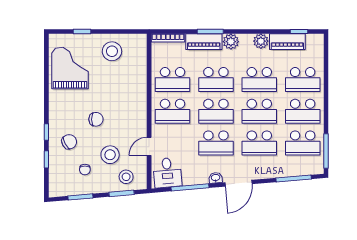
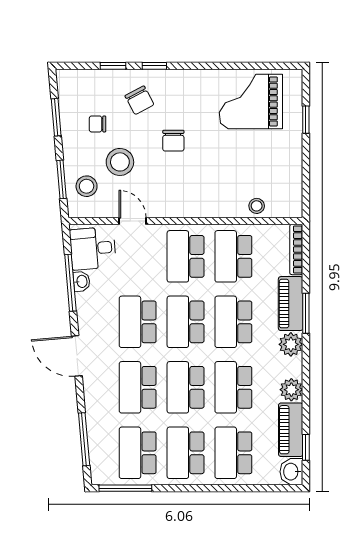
washbasin: (315, 41) -> (291, 472), added
stool: (112, 51) -> (257, 206), moved, width x0.53, depth x0.53
grand piano: (70, 68) -> (251, 101), turned 180
washbasin: (216, 178) -> (82, 281), moved

